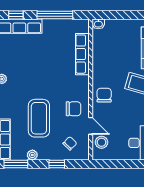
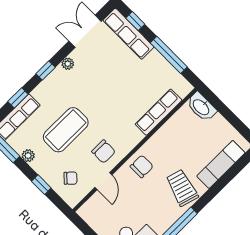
washbasin: (98, 24) -> (201, 107), width x1.91, depth x1.45
stool: (101, 142) -> (99, 205), removed

